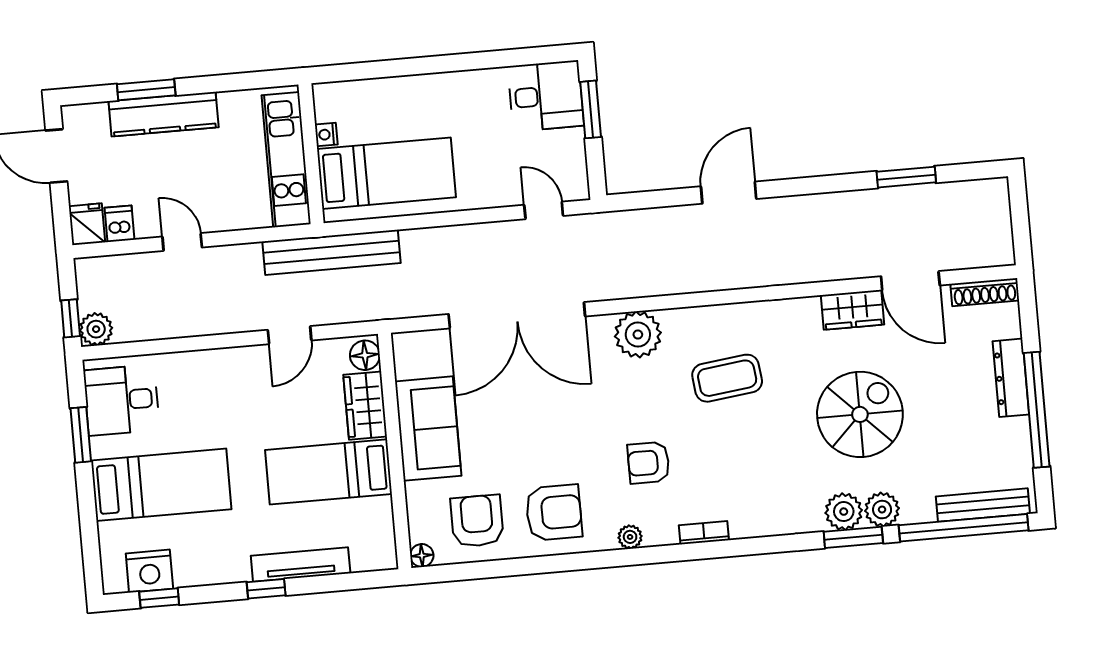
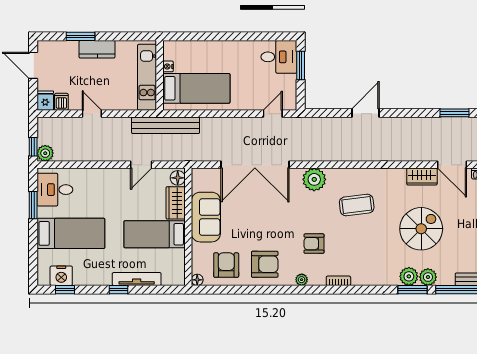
kitchen counter: (164, 114) -> (97, 49), width x0.67
door: (544, 210) -> (273, 114), hinge flipped

